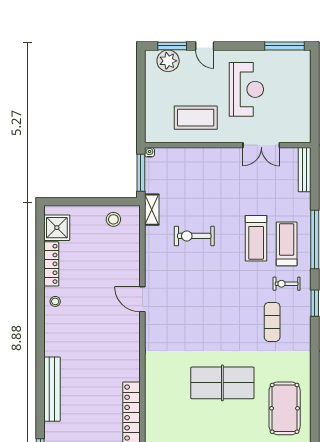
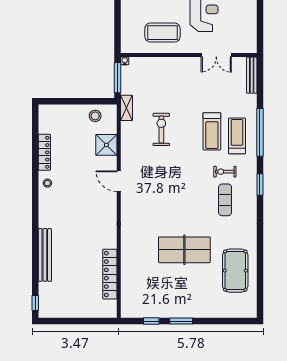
shower: (57, 228) -> (106, 145), moved
exercise bike: (194, 236) -> (161, 129), turned 90
exercise bike: (287, 284) -> (225, 172), moved

